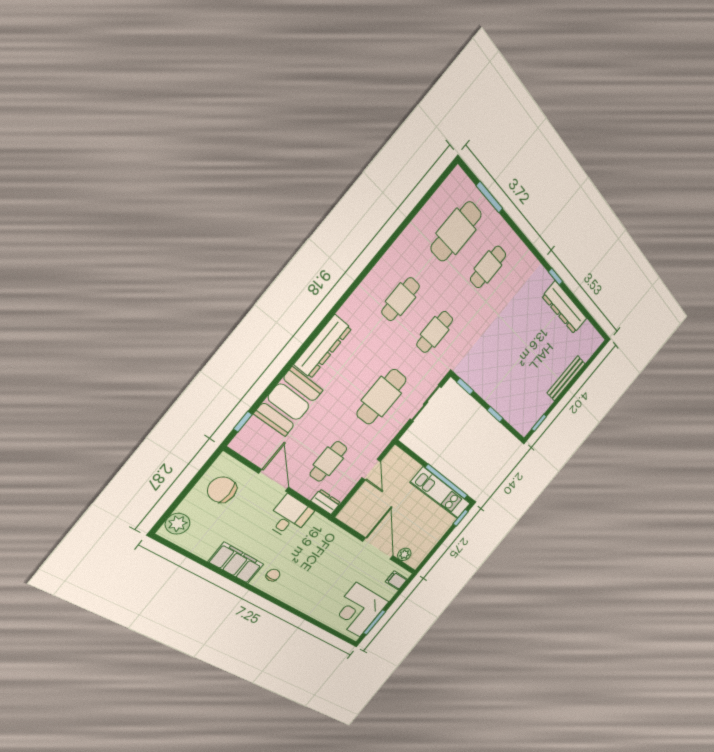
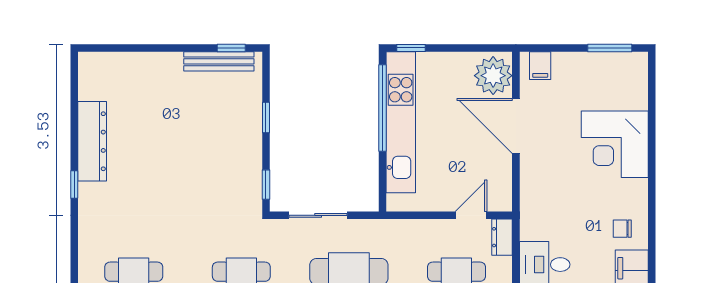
bench: (566, 378) -> (219, 61), moved
door: (371, 469) -> (471, 215), moved
kitchen unit: (441, 493) -> (401, 122), width x1.36
door: (378, 549) -> (516, 126), hinge flipped
plant: (404, 554) -> (493, 76), width x1.87, depth x1.87
corner desk: (358, 610) -> (615, 144), moved, turned 90

